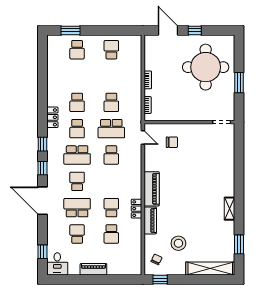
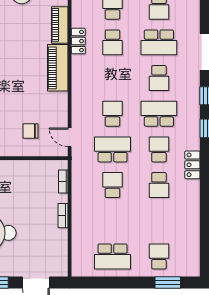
school desk: (111, 50) -> (112, 256), width x1.85
school desk: (77, 102) -> (159, 185), turned 180

